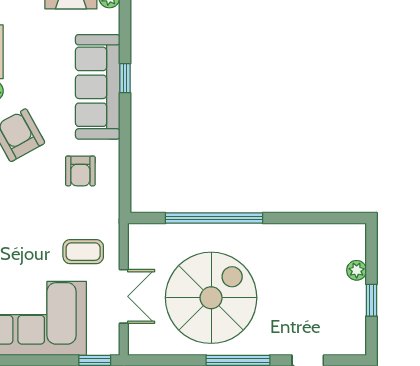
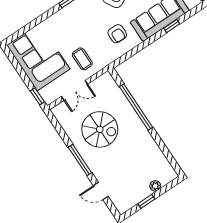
armchair: (80, 171) -> (117, 34), turned -90
spiral stairs: (211, 298) -> (100, 129), width x0.73, depth x0.73

